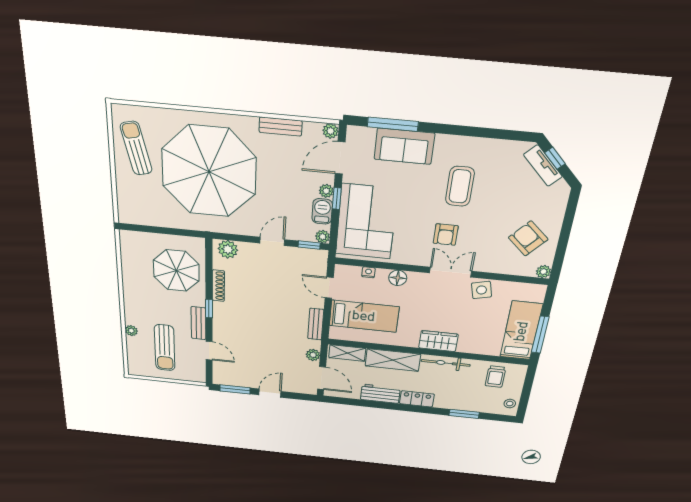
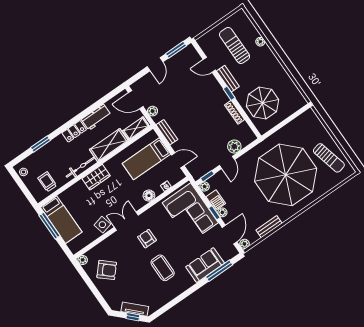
plant: (228, 249) -> (234, 146), moved
double door: (451, 272) -> (126, 221), swing flipped

